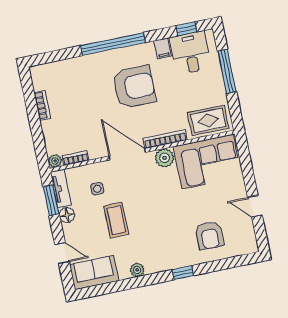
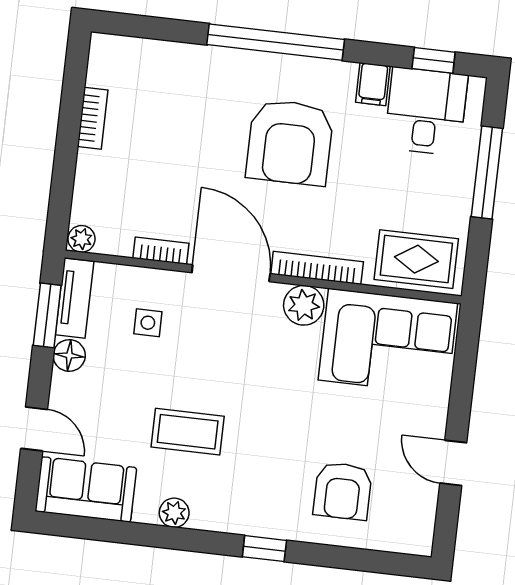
armchair: (134, 87) -> (290, 142), turned 90
bookcase: (75, 158) -> (161, 251), moved
coffee table: (116, 220) -> (188, 432), moved, turned 90

